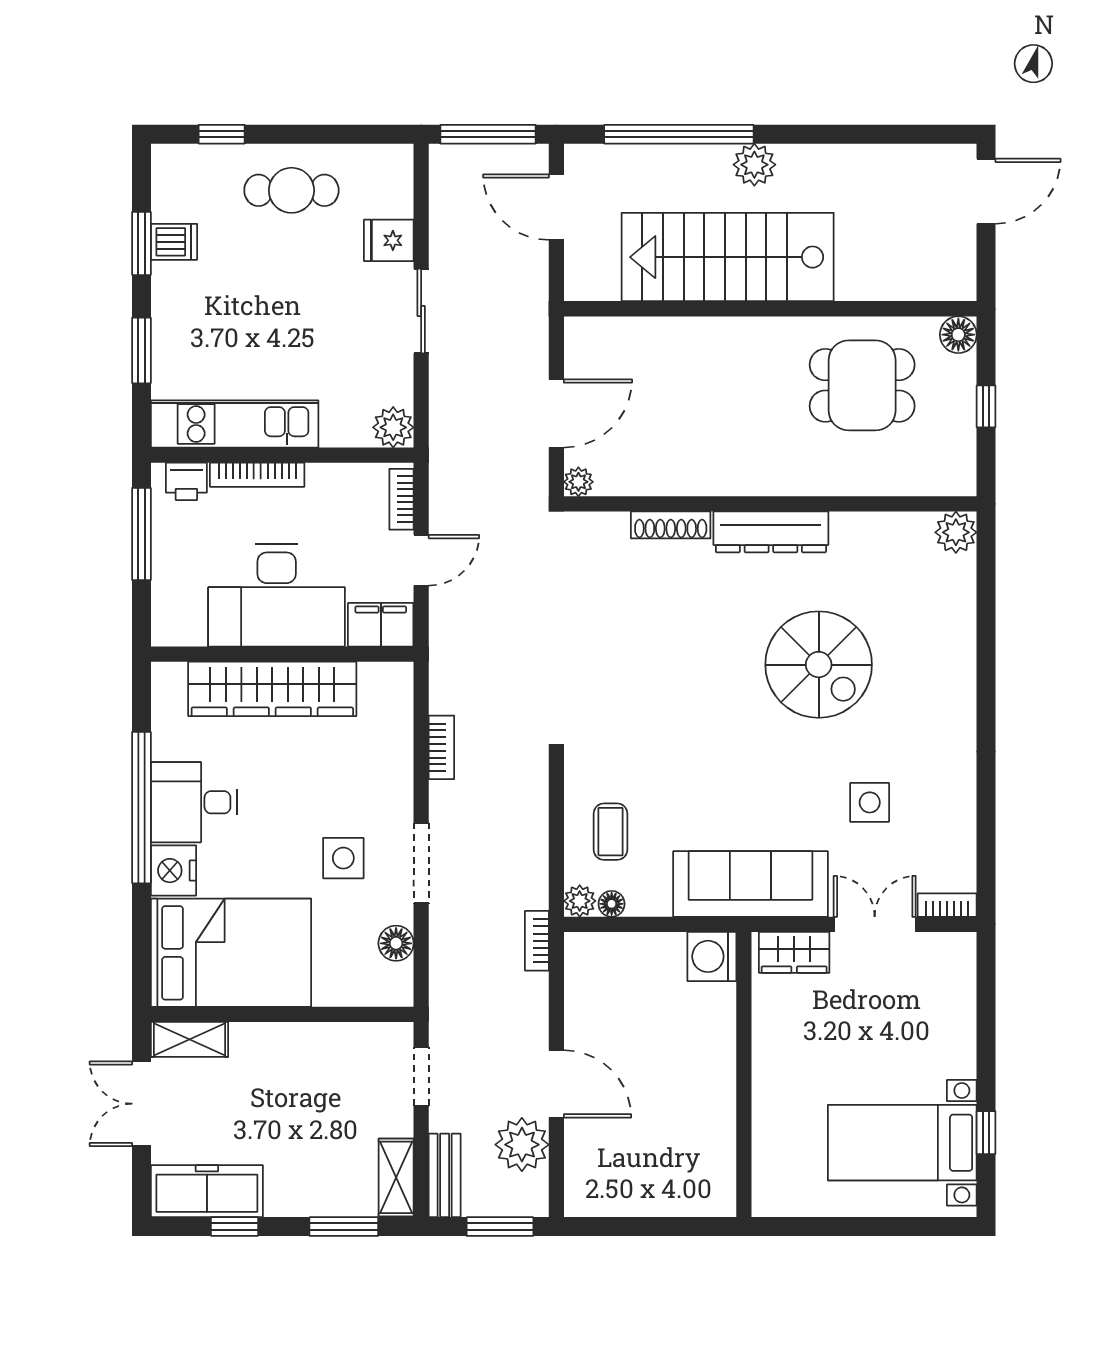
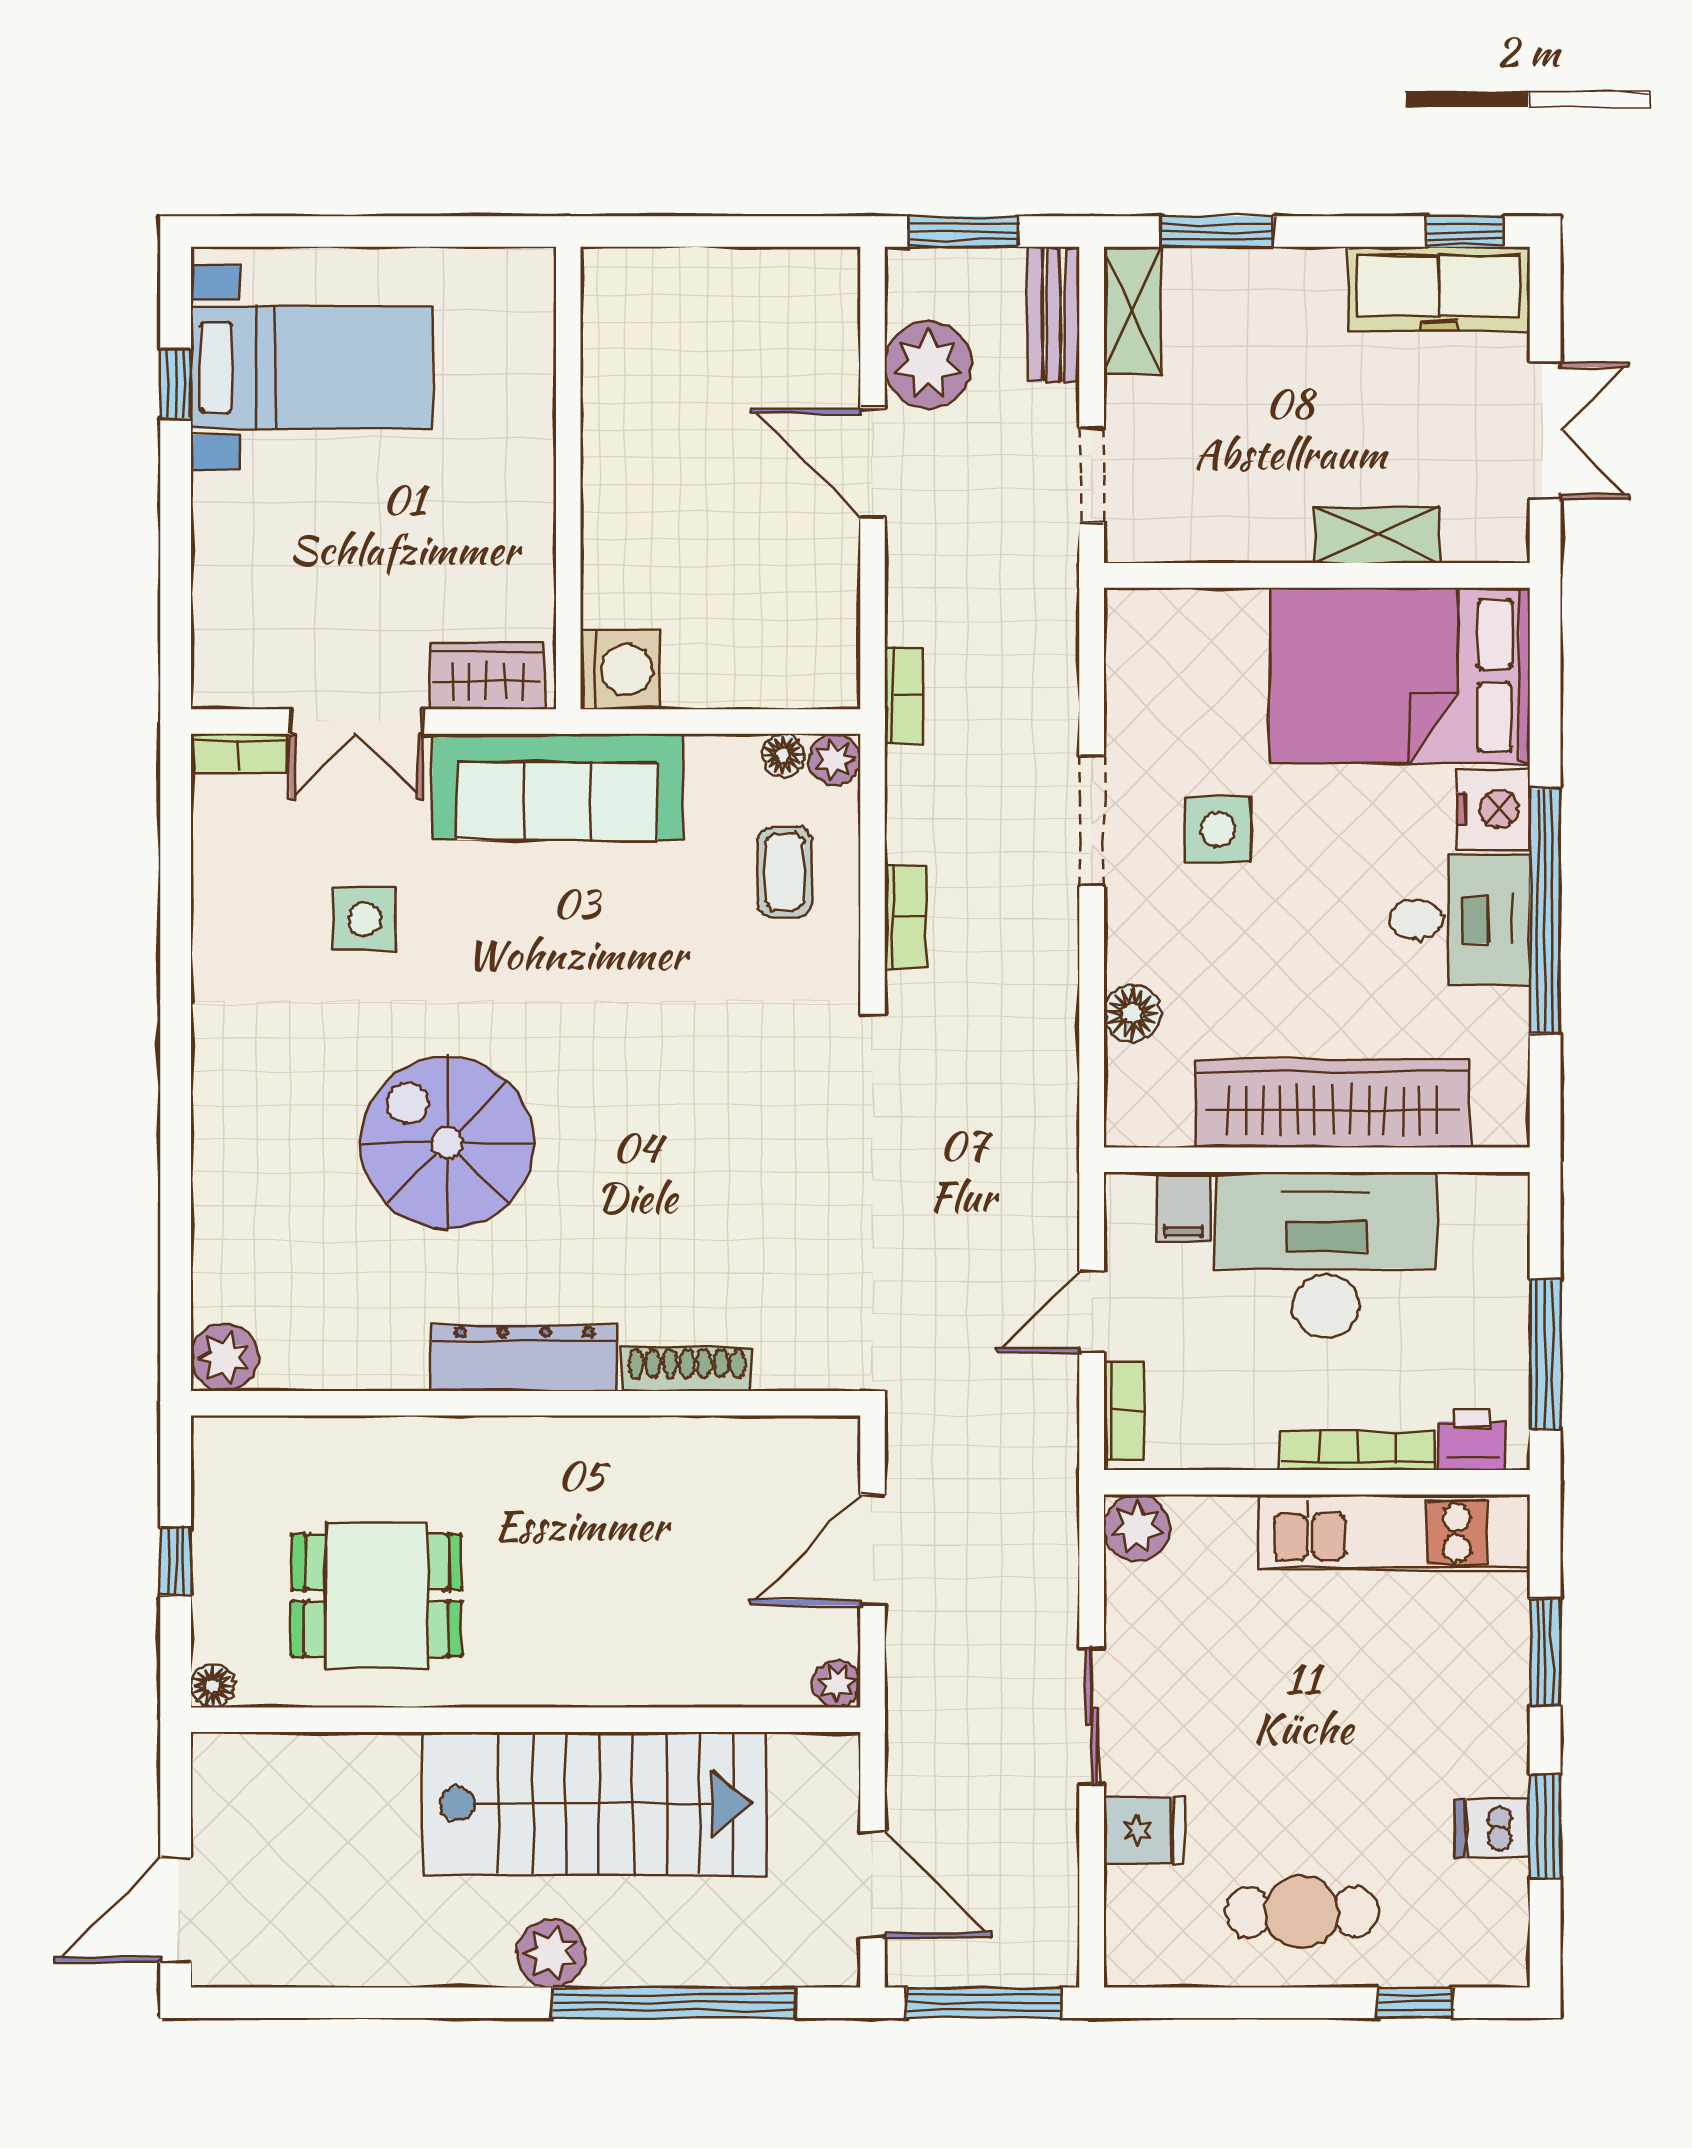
floor lamp: (958, 335) -> (213, 1686), width x0.73, depth x0.73
plant: (578, 482) -> (837, 1684), moved
filing cabinet: (381, 625) -> (1184, 1207), width x0.50
bookcase: (441, 747) -> (905, 917), moved, turned 180
floor lamp: (396, 943) -> (1132, 1013), moved
shelving: (190, 1039) -> (1377, 535), moved
window: (235, 1227) -> (1464, 232), moved

